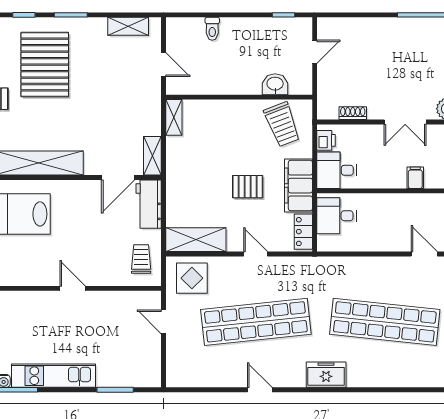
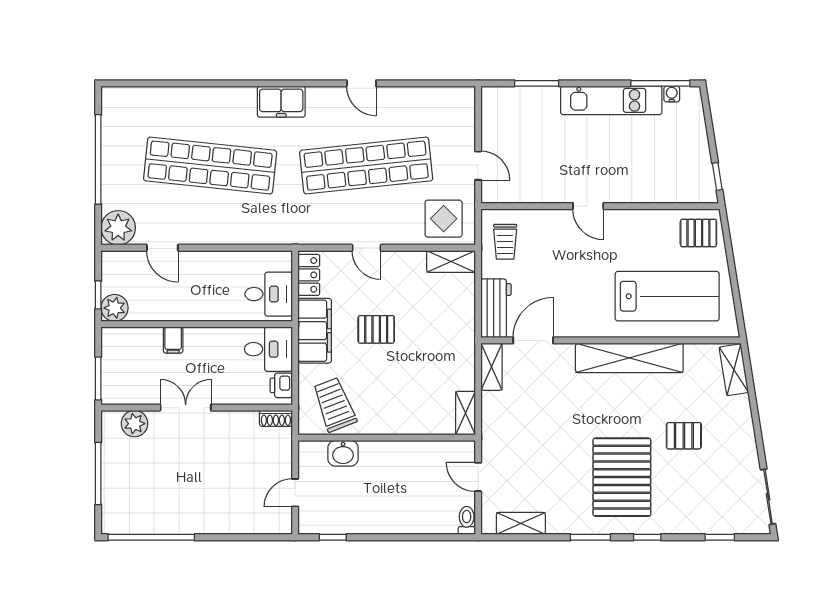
toilet: (212, 29) -> (467, 520), moved
shoe rack: (353, 113) -> (276, 418), moved
shelving: (196, 240) -> (451, 261), width x0.67, depth x0.75

